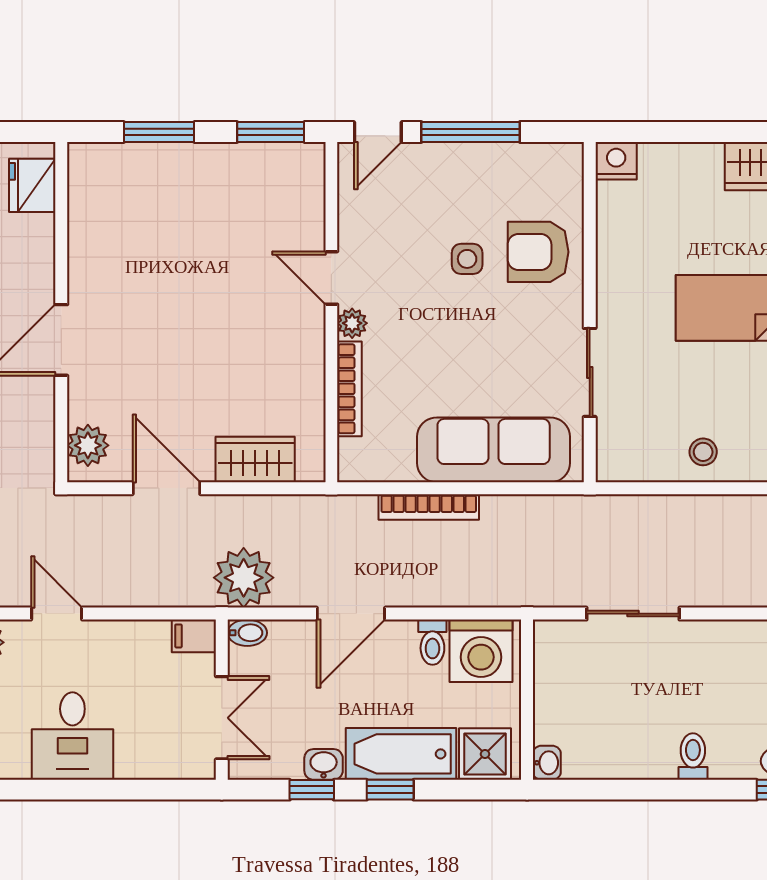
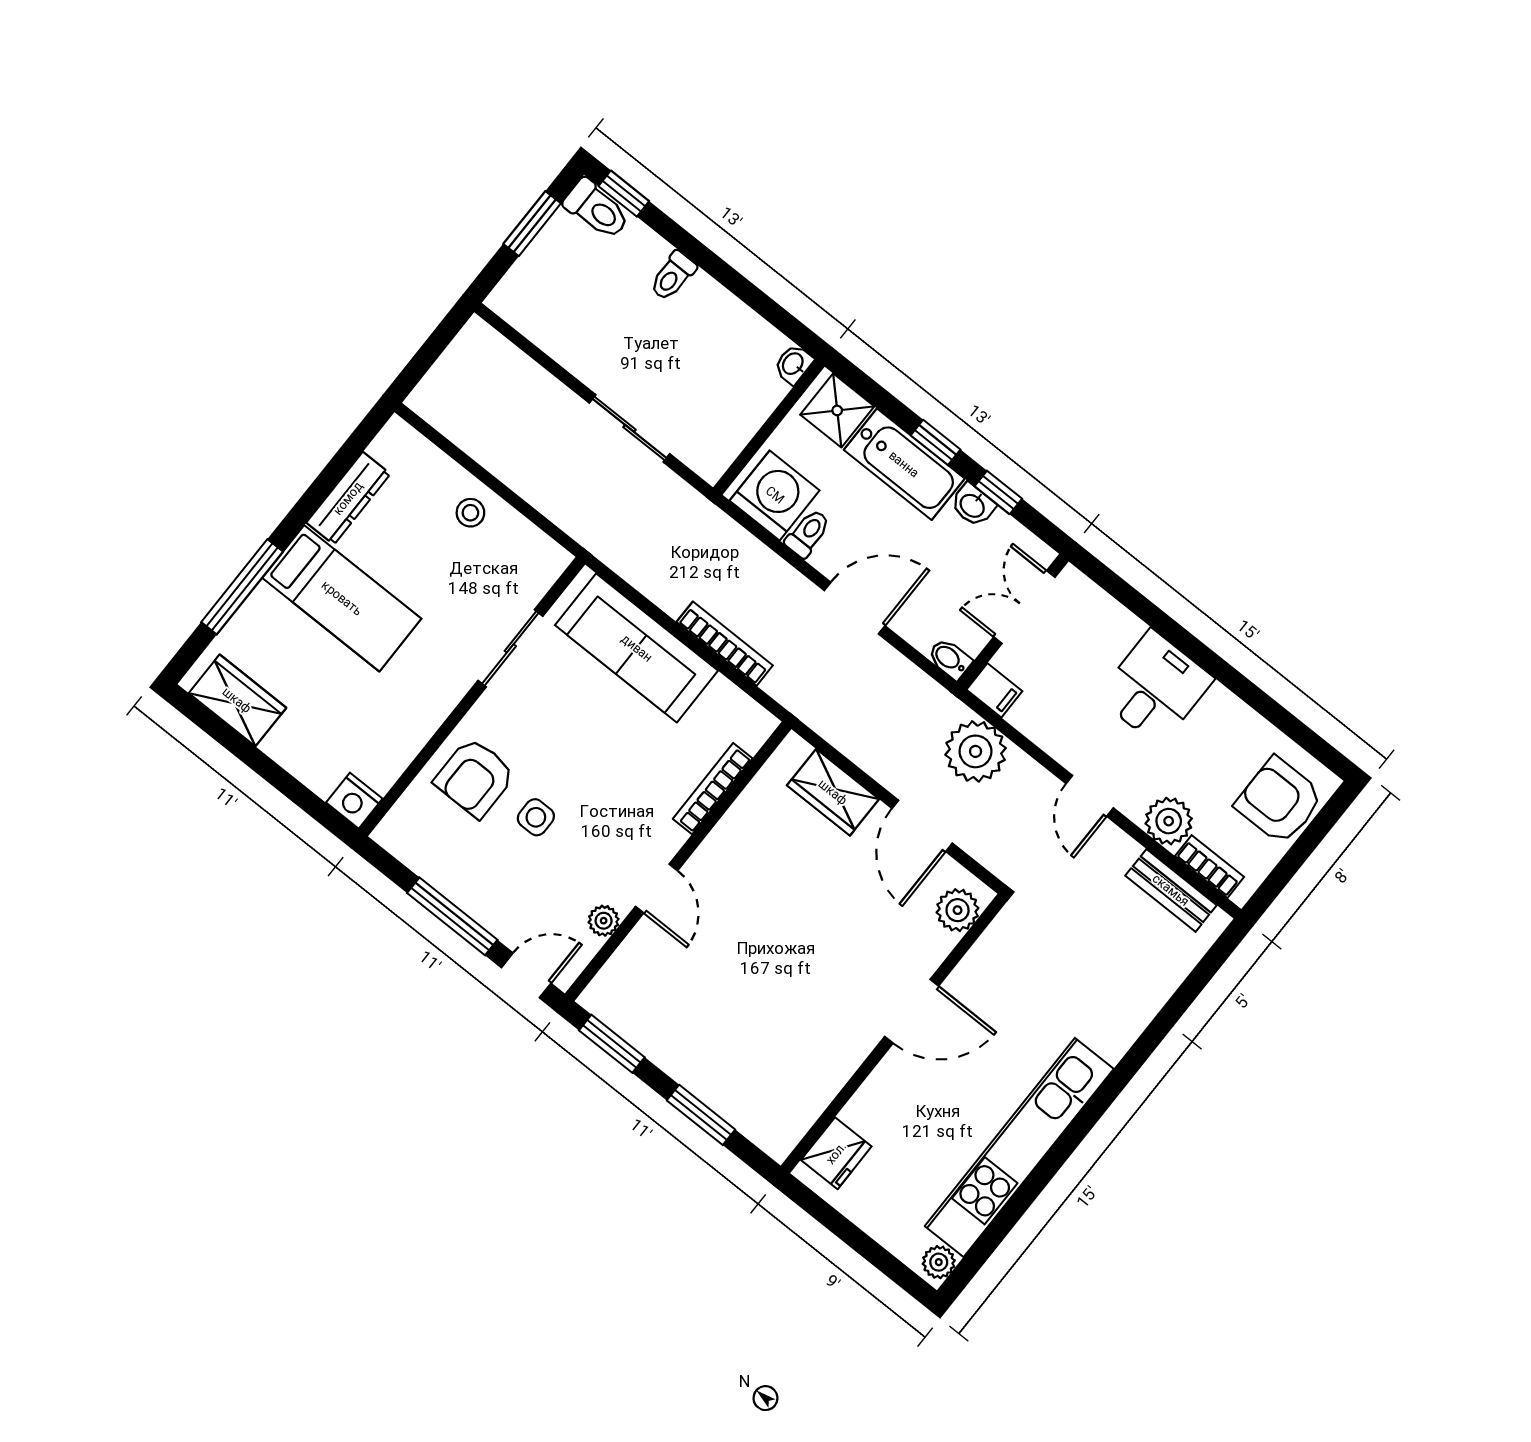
armchair: (538, 252) -> (475, 778), turned 90
plant: (352, 323) -> (604, 921), moved
plant: (244, 578) -> (976, 751), moved

